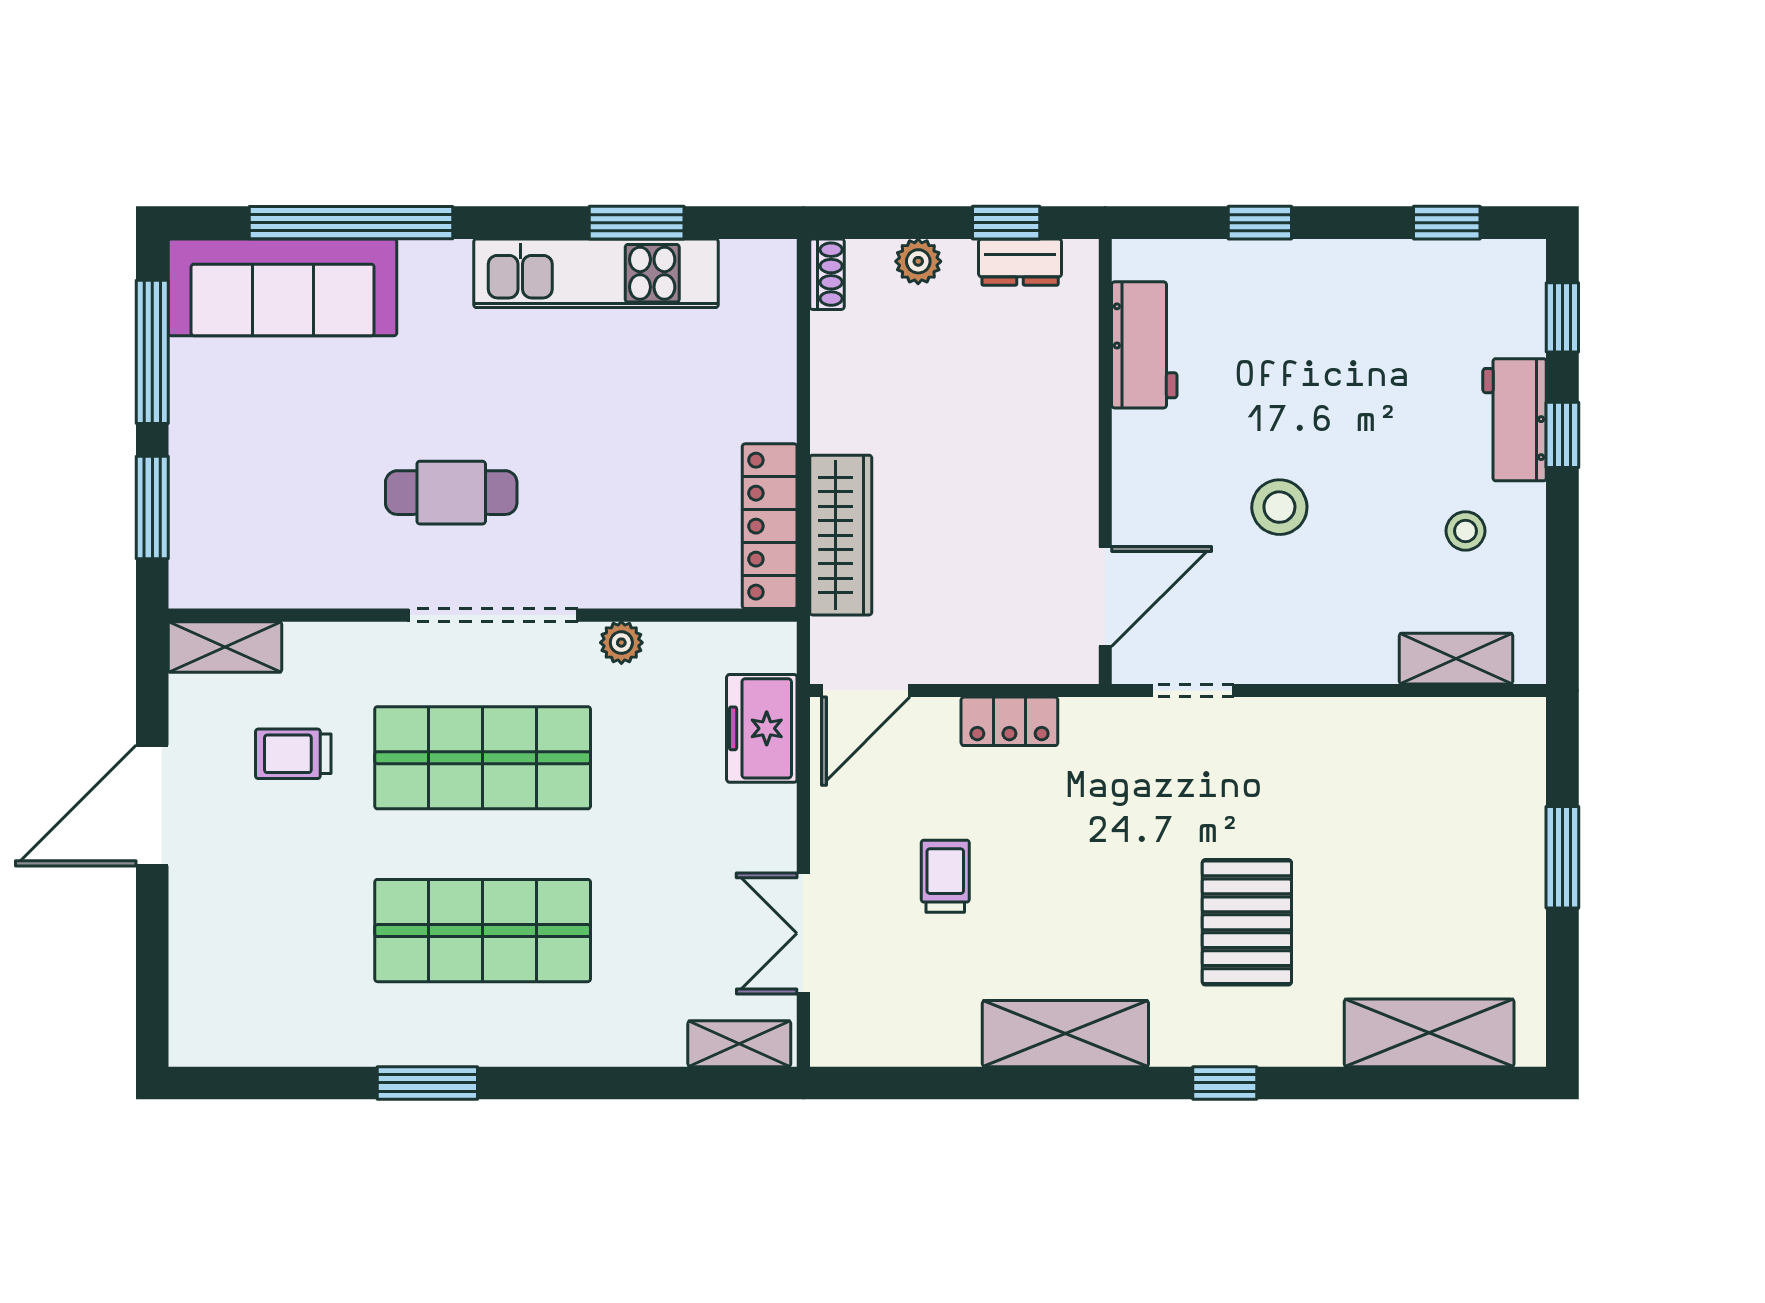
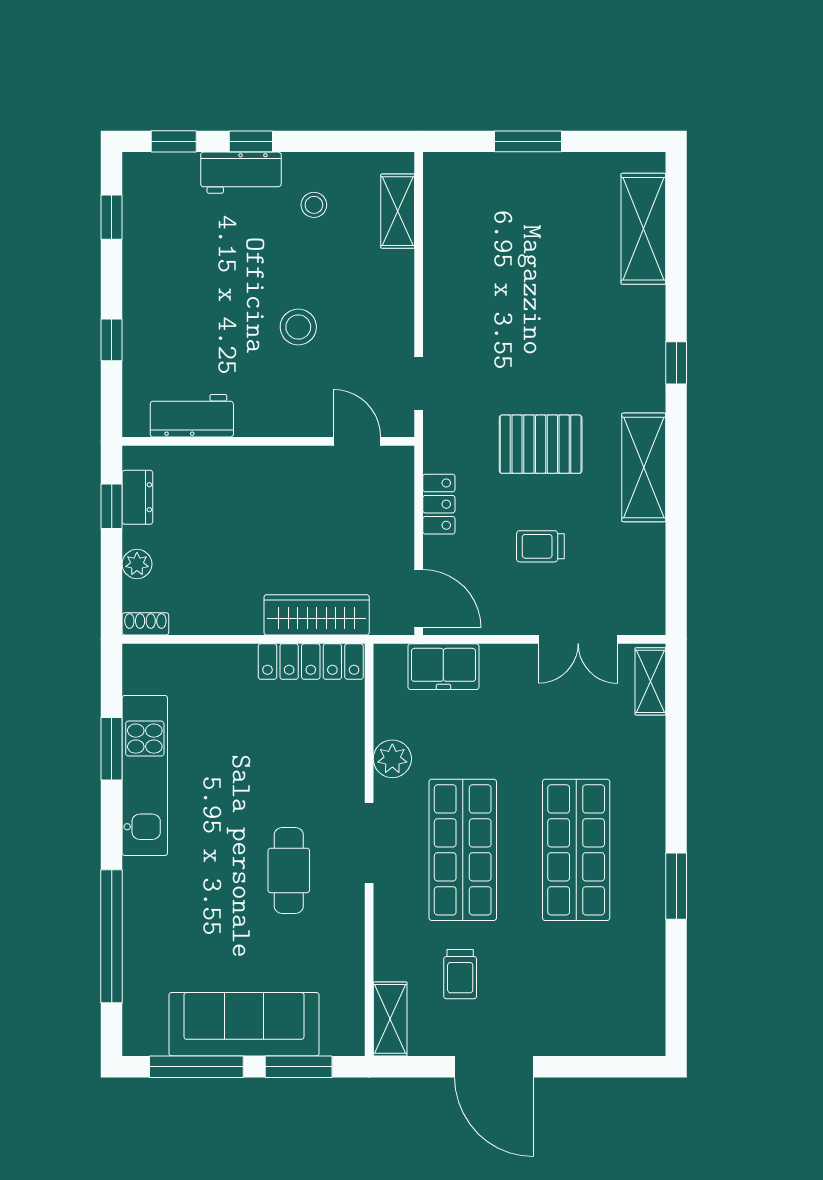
sofa: (283, 287) -> (244, 1024), moved, turned -90
door: (1105, 596) -> (357, 441), width x0.73
doorway: (493, 615) -> (369, 843), width x0.73
plant: (621, 643) -> (392, 759), width x1.38, depth x1.38
pallet: (1247, 922) -> (541, 444), moved

